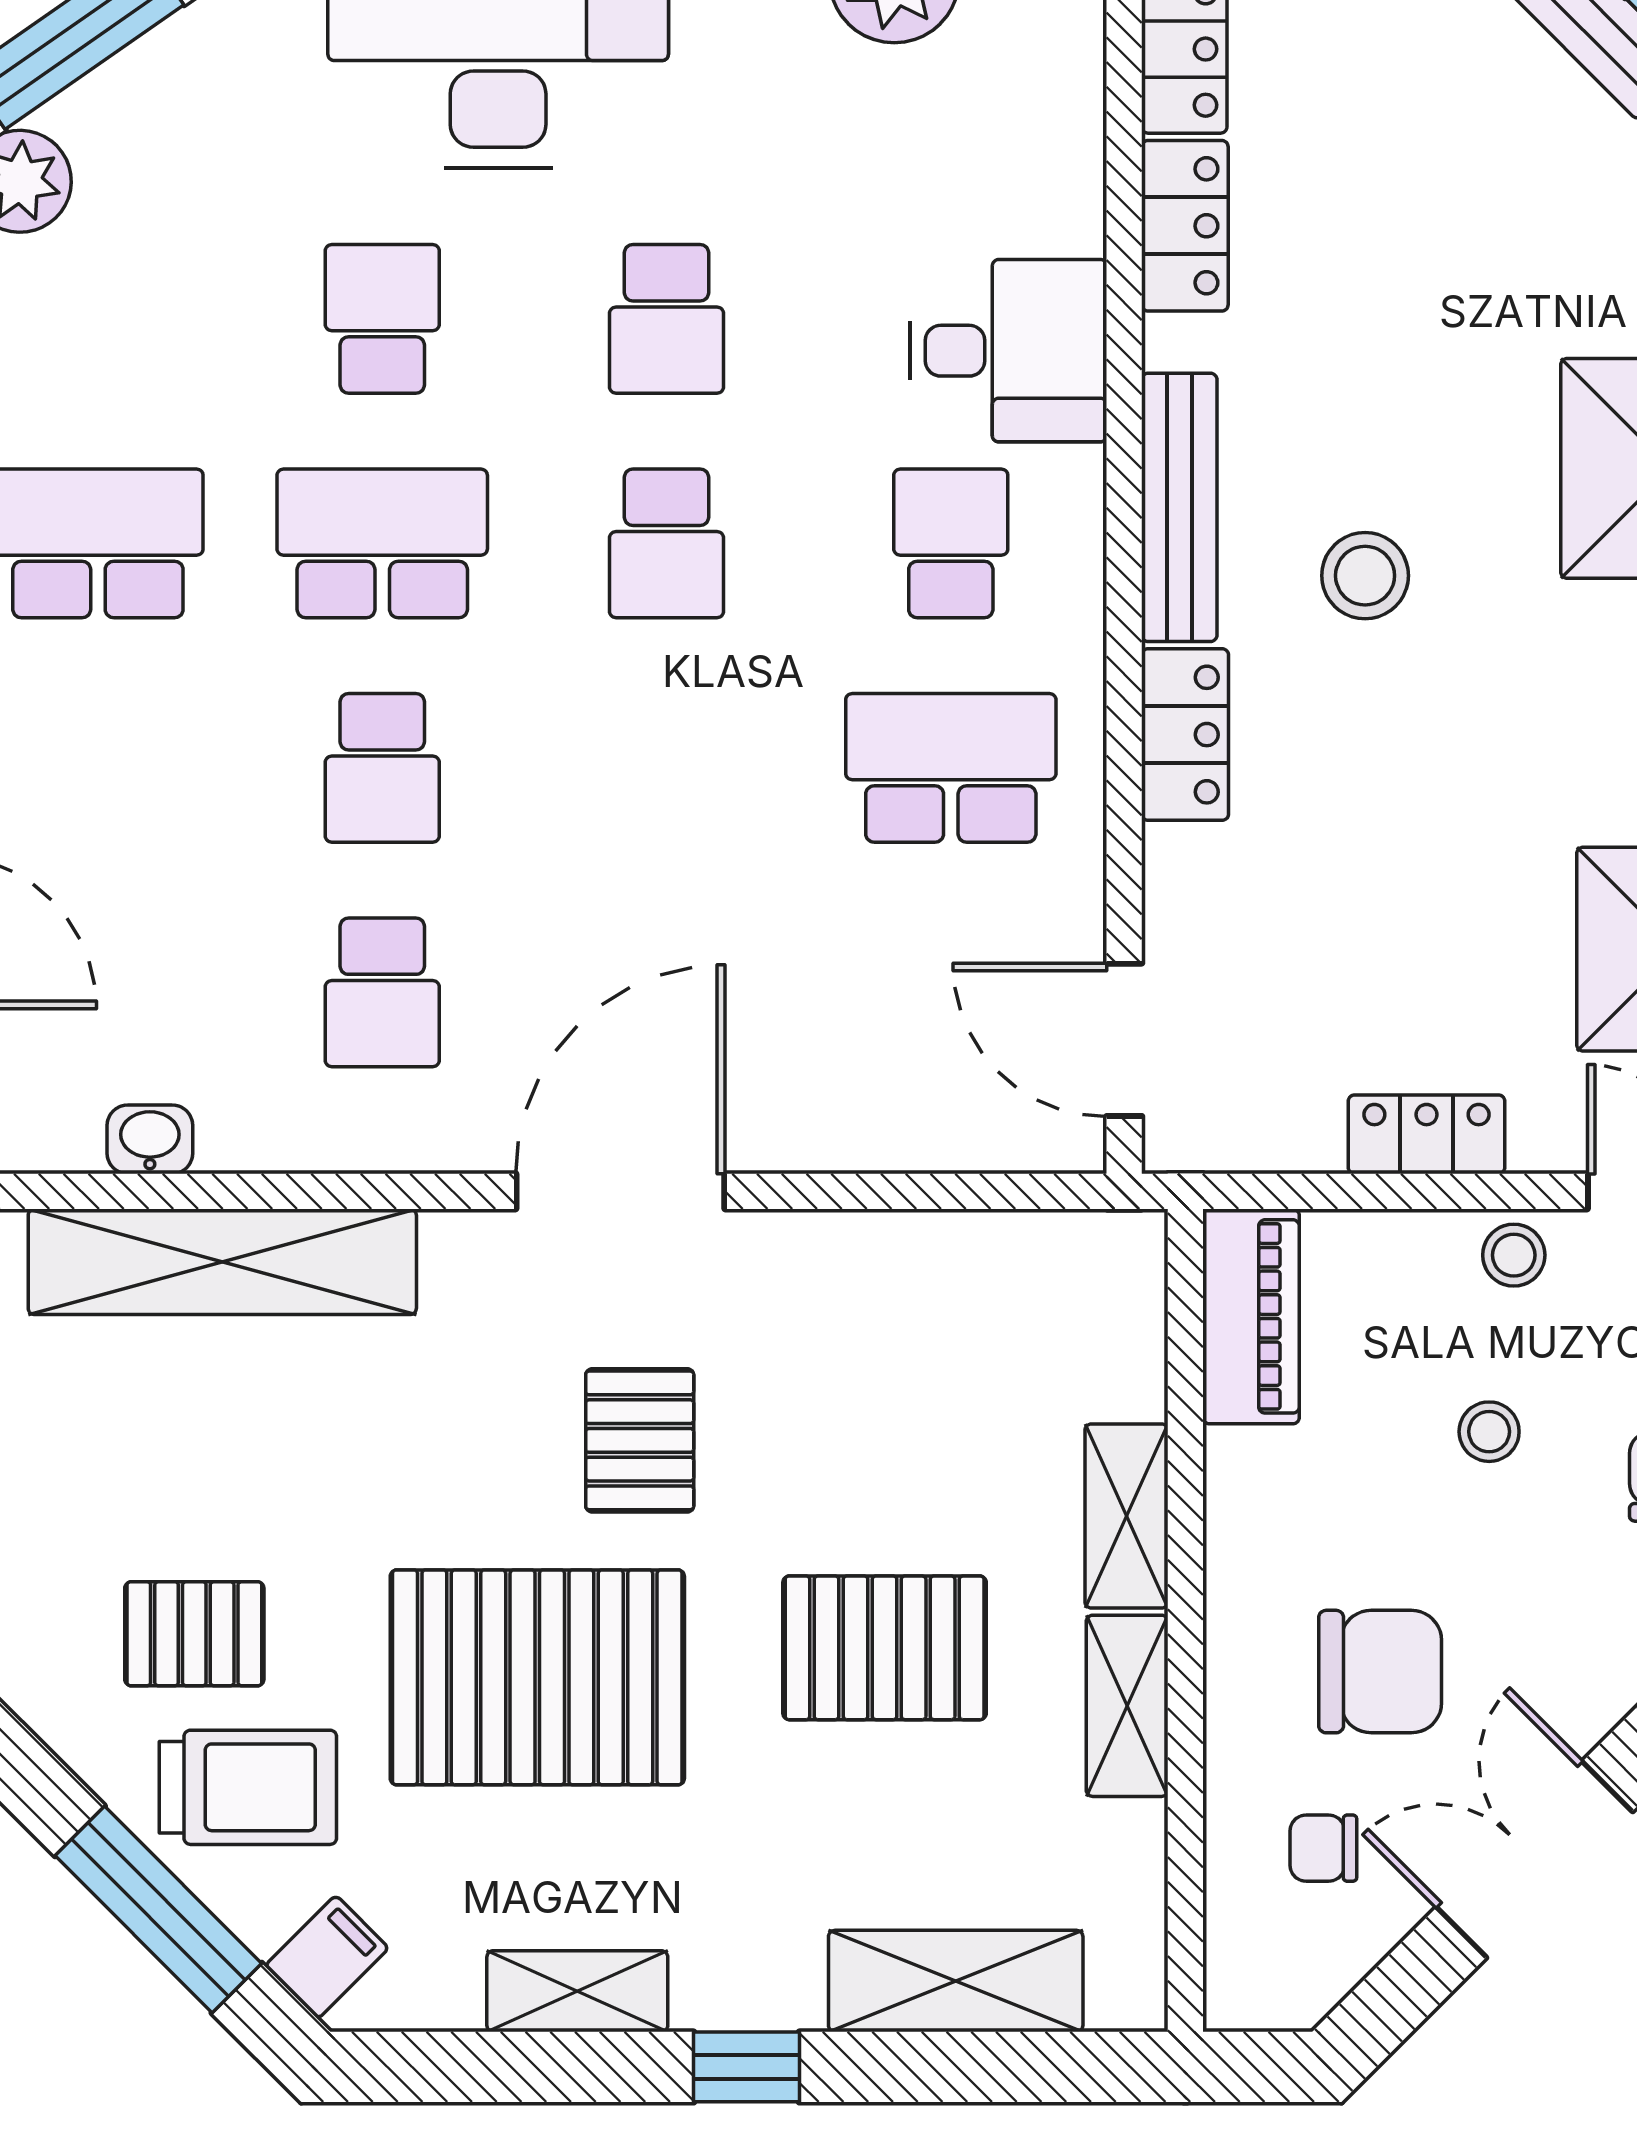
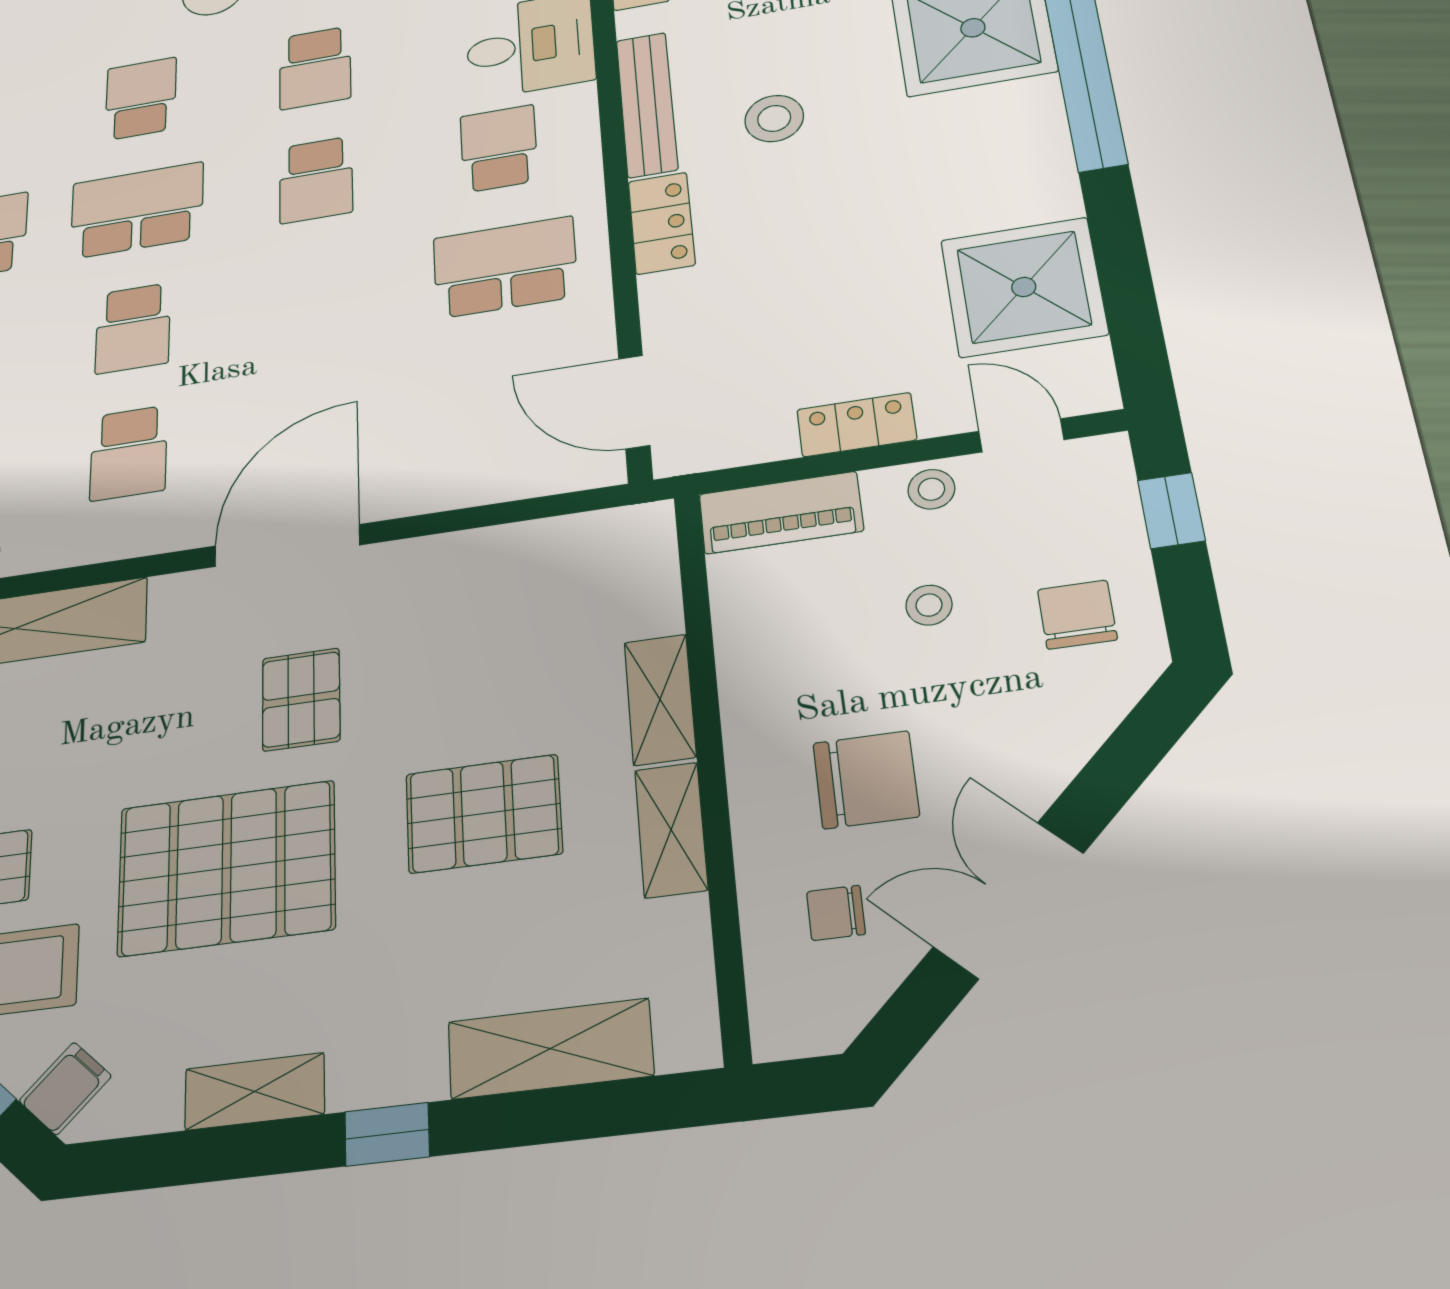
piano: (1251, 1316) -> (781, 513), moved, turned 90

